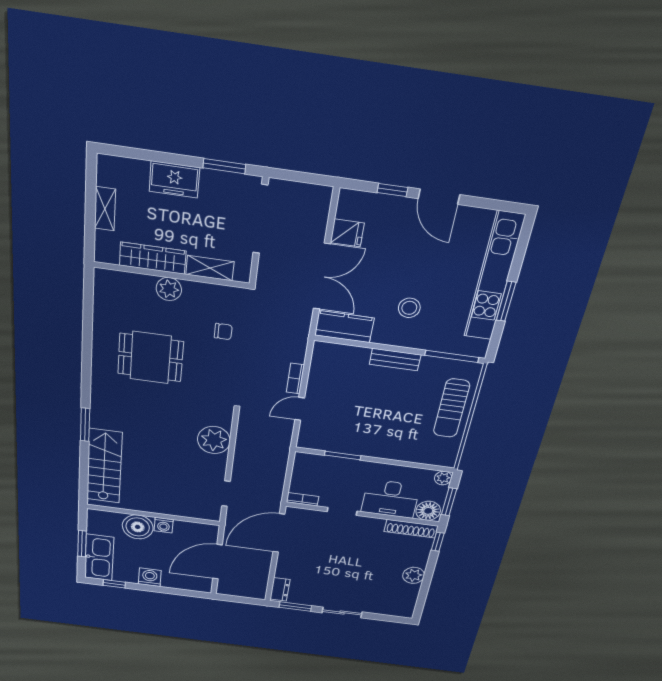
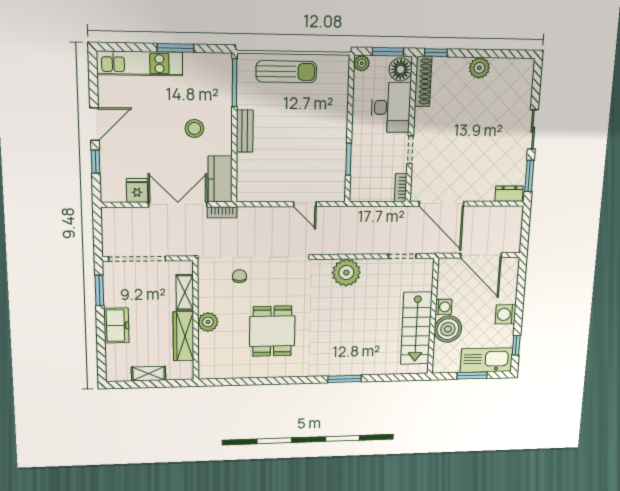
kitchen unit: (494, 277) -> (140, 63), width x0.73
bookcase: (295, 378) -> (222, 212), moved
stairs: (104, 466) -> (416, 328), moved, turned -90

